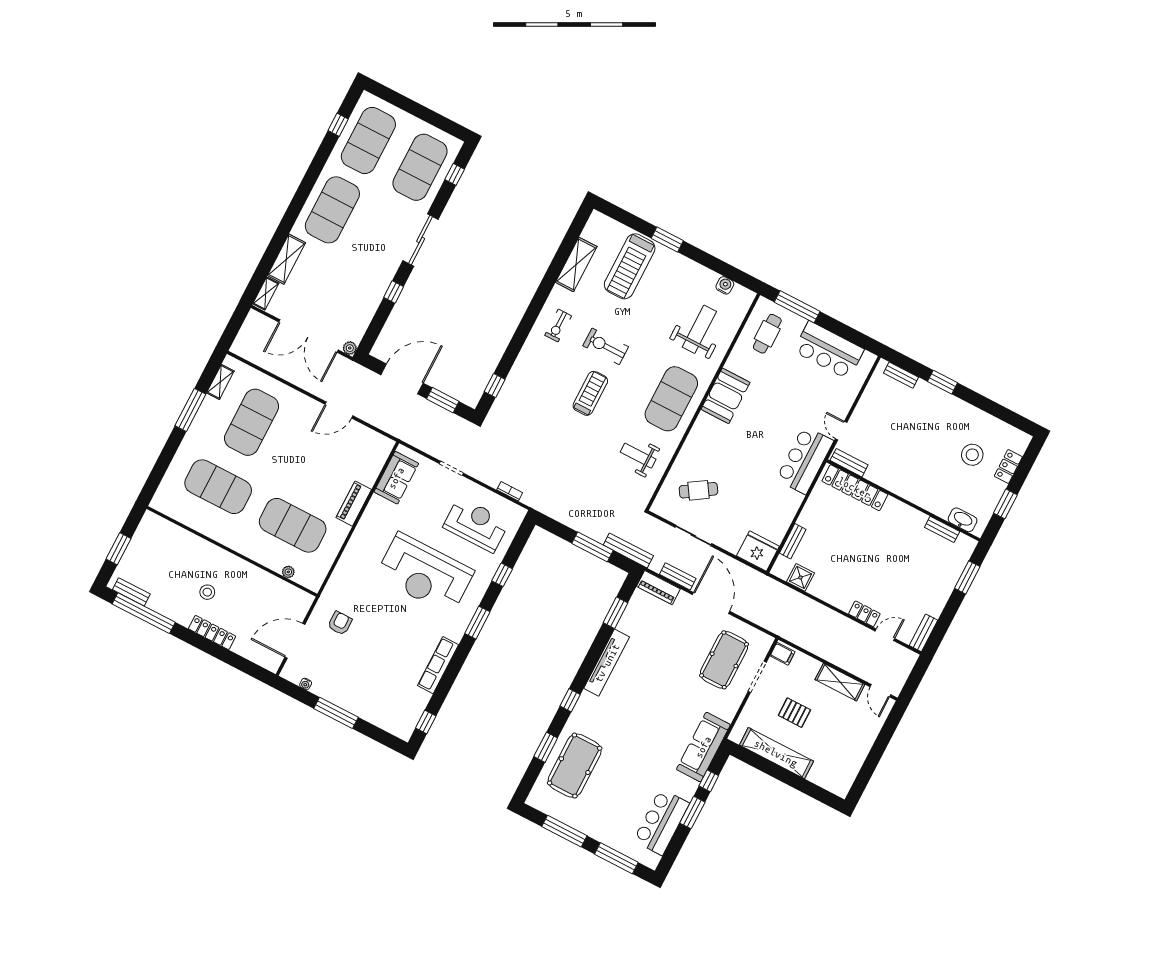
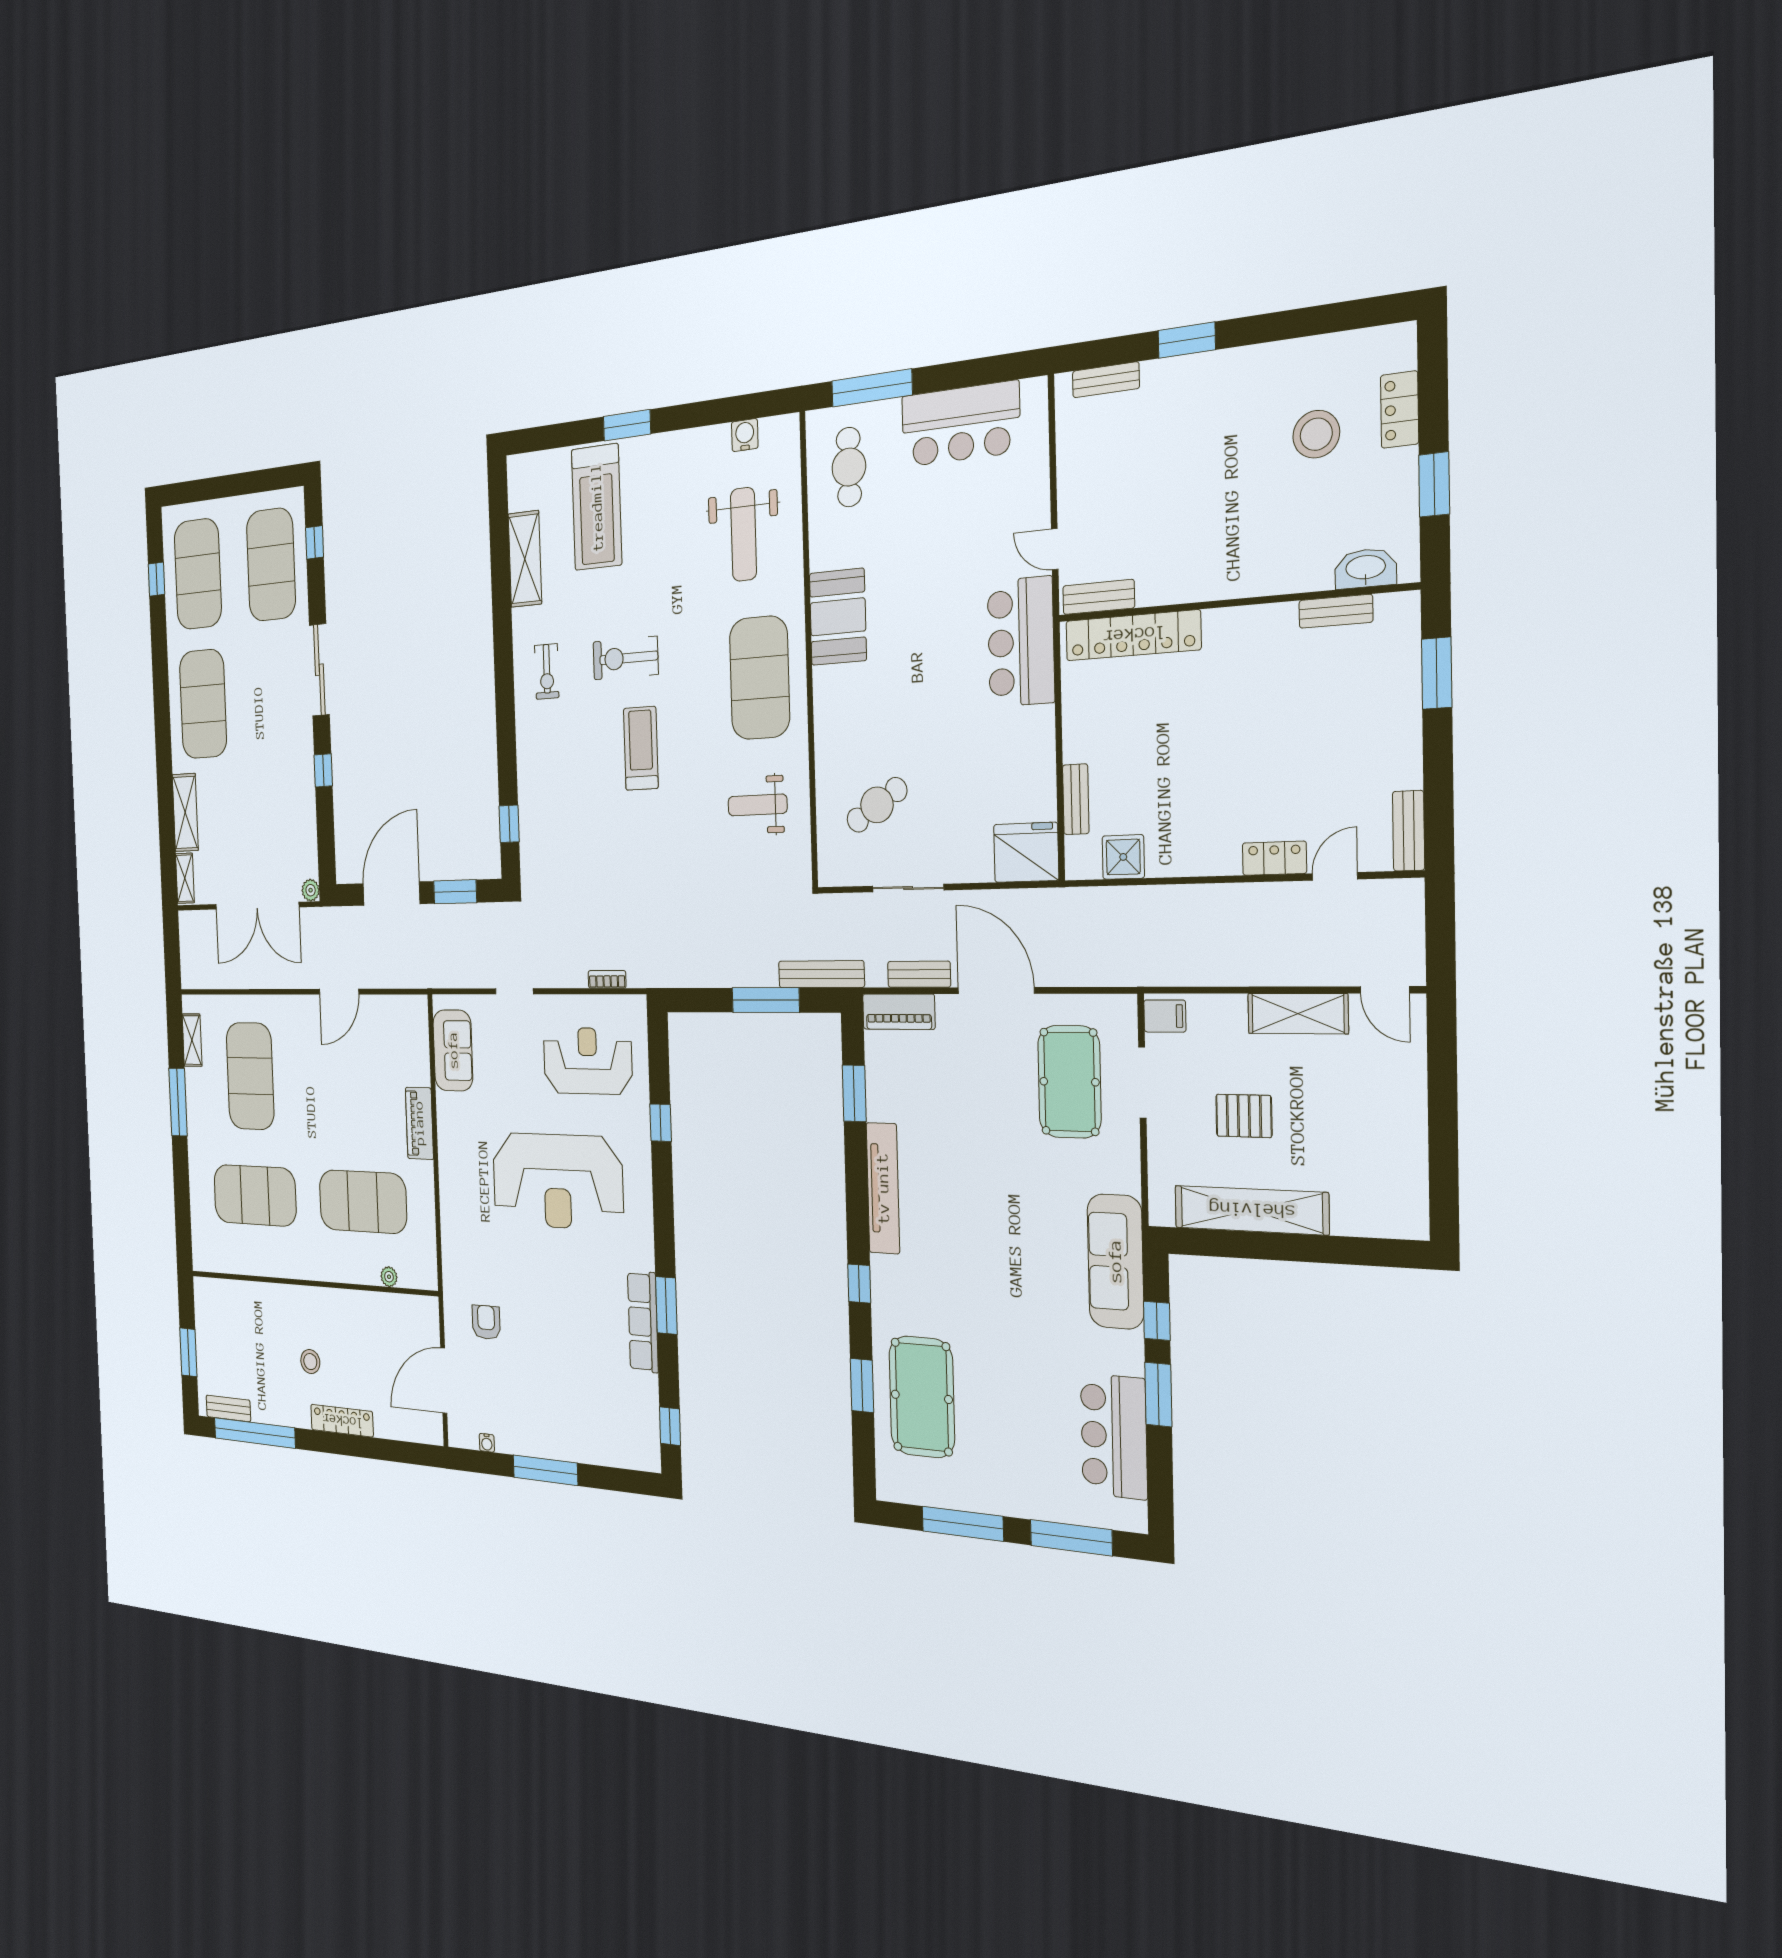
weight bench: (699, 329) -> (744, 534), turned 180
window: (477, 623) -> (666, 1305), moved

